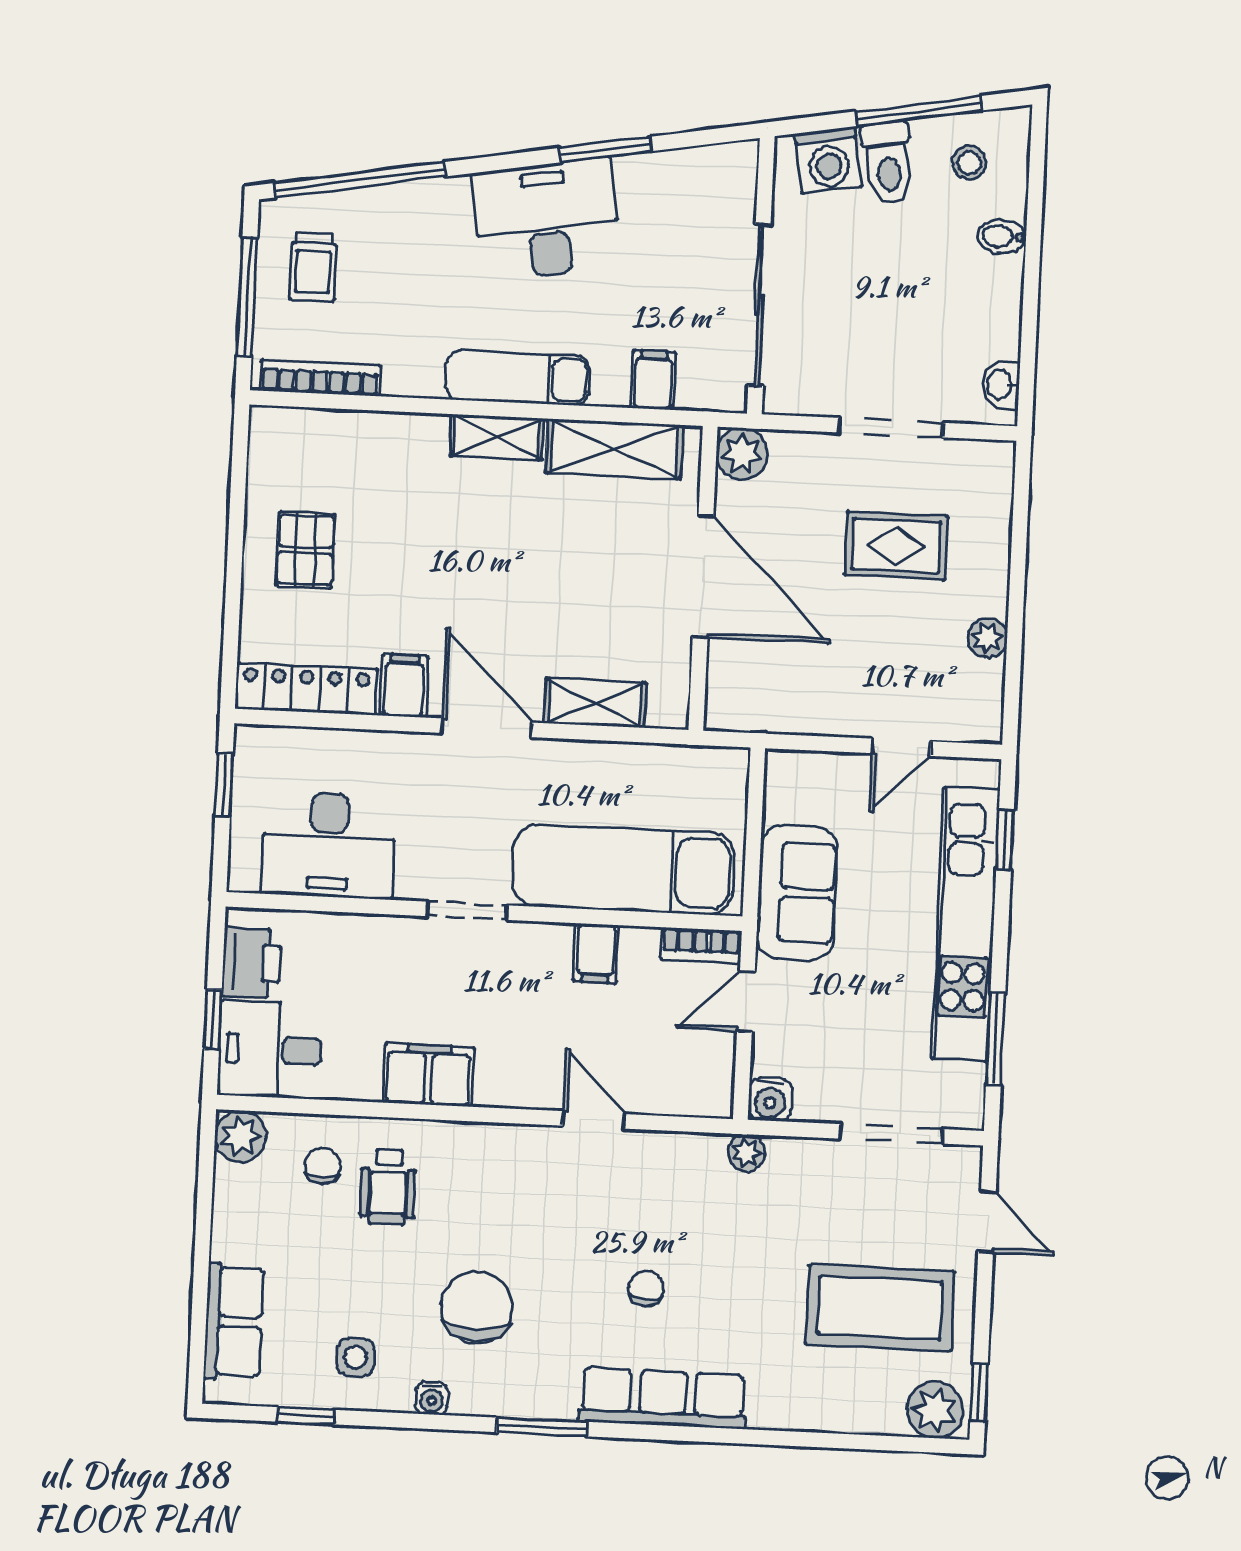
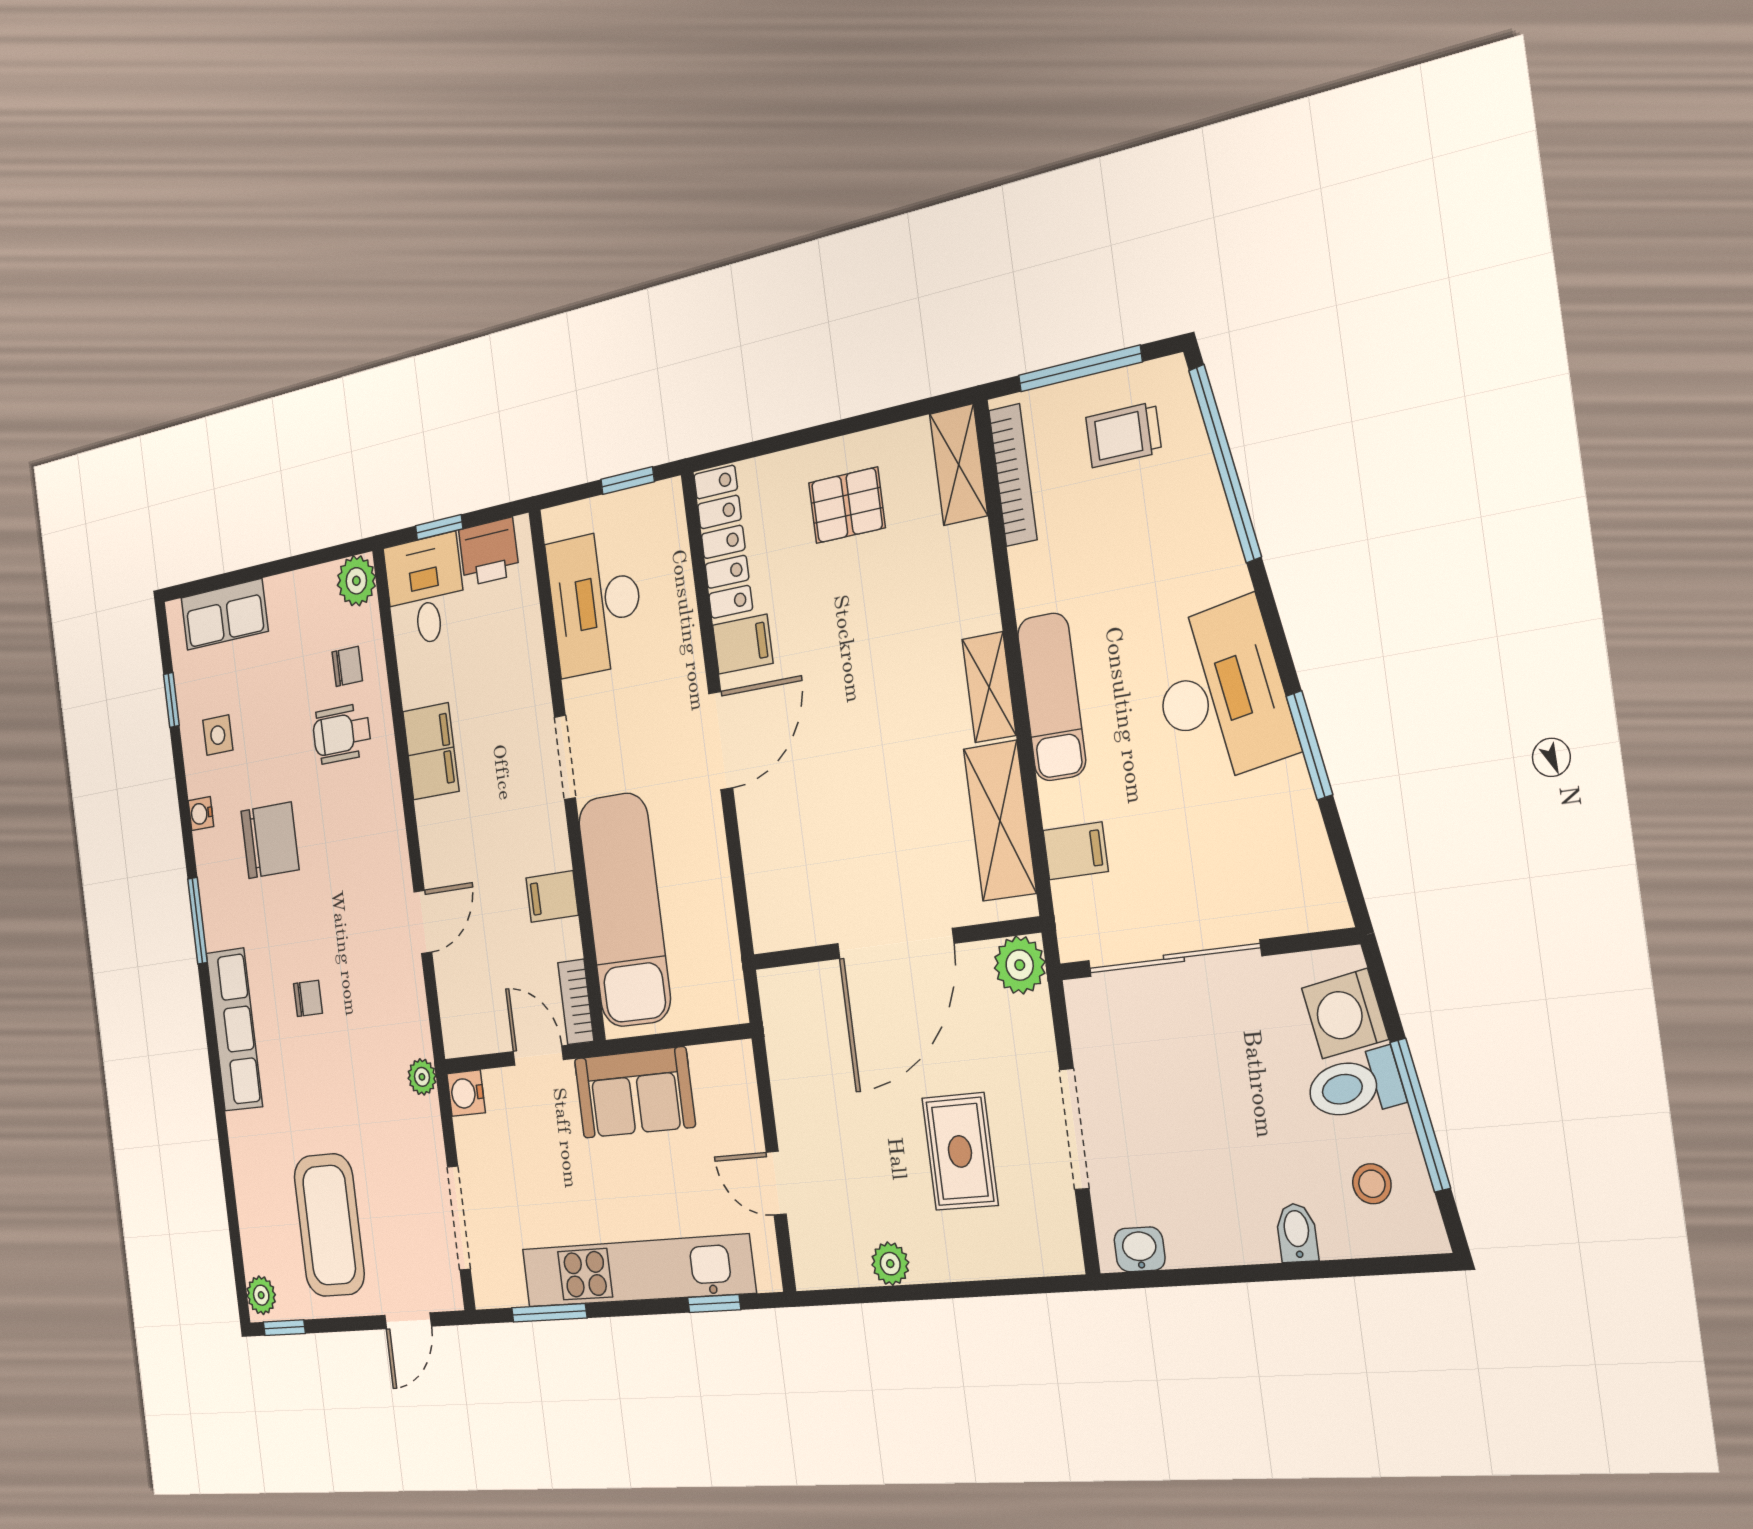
shelving: (595, 703) -> (959, 465), moved
plant: (935, 1410) -> (261, 1295), width x0.73, depth x0.73

